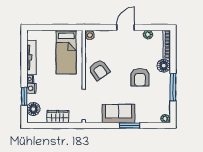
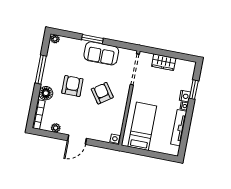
armchair: (99, 70) -> (102, 93), moved
floor lamp: (33, 109) -> (187, 75), removed

